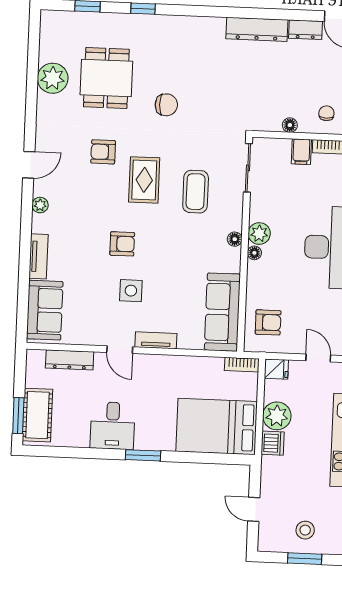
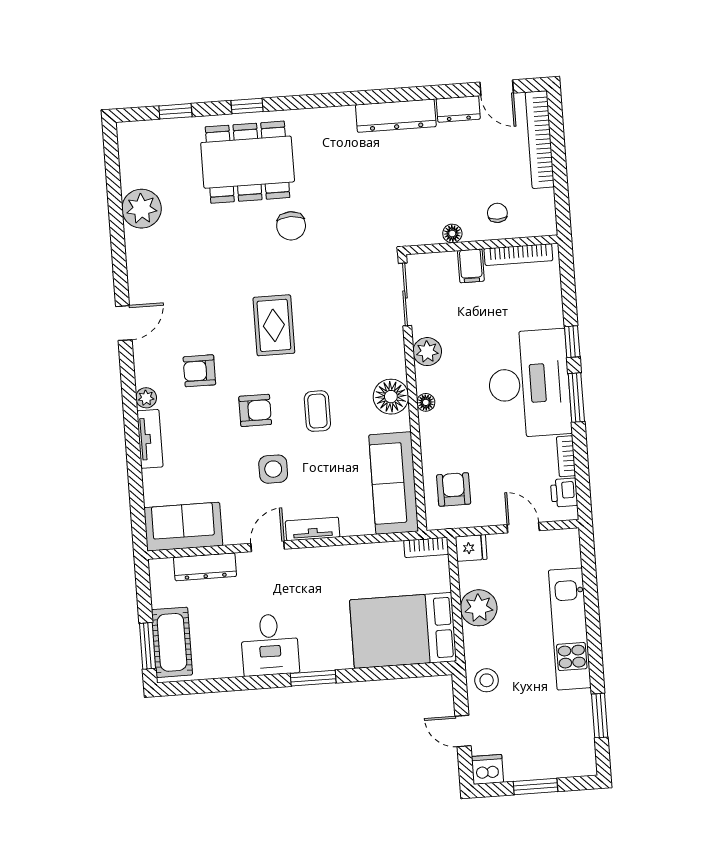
dining table: (106, 78) -> (248, 162), moved, width x1.38
chair: (166, 105) -> (291, 226), turned 90
armchair: (103, 152) -> (199, 371), moved
coffee table: (196, 192) -> (317, 411), moved, width x0.73, depth x0.77
plant: (40, 205) -> (146, 398), moved
plant: (259, 234) -> (427, 352), moved
floor lamp: (235, 239) -> (391, 397), width x1.89, depth x1.89
sofa: (45, 310) -> (183, 527), moved, turned -90
armchair: (268, 322) -> (454, 489), turned -90
door: (120, 350) -> (268, 546), swing flipped
dishwasher: (273, 443) -> (488, 769), moved, turned -90
stool: (305, 530) -> (487, 680), moved

